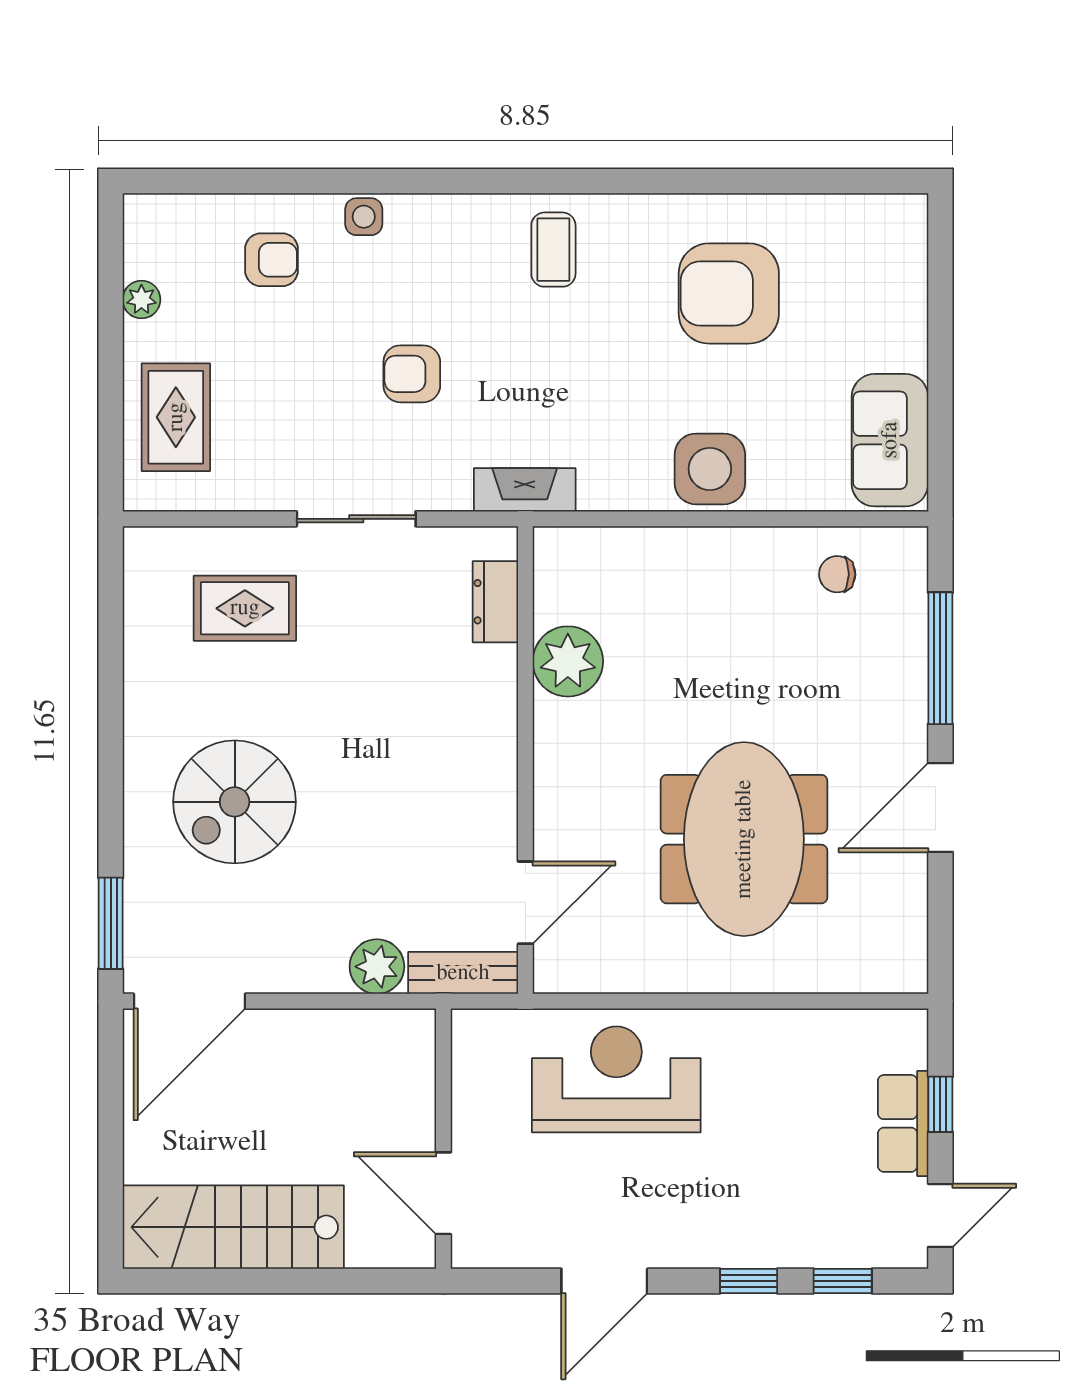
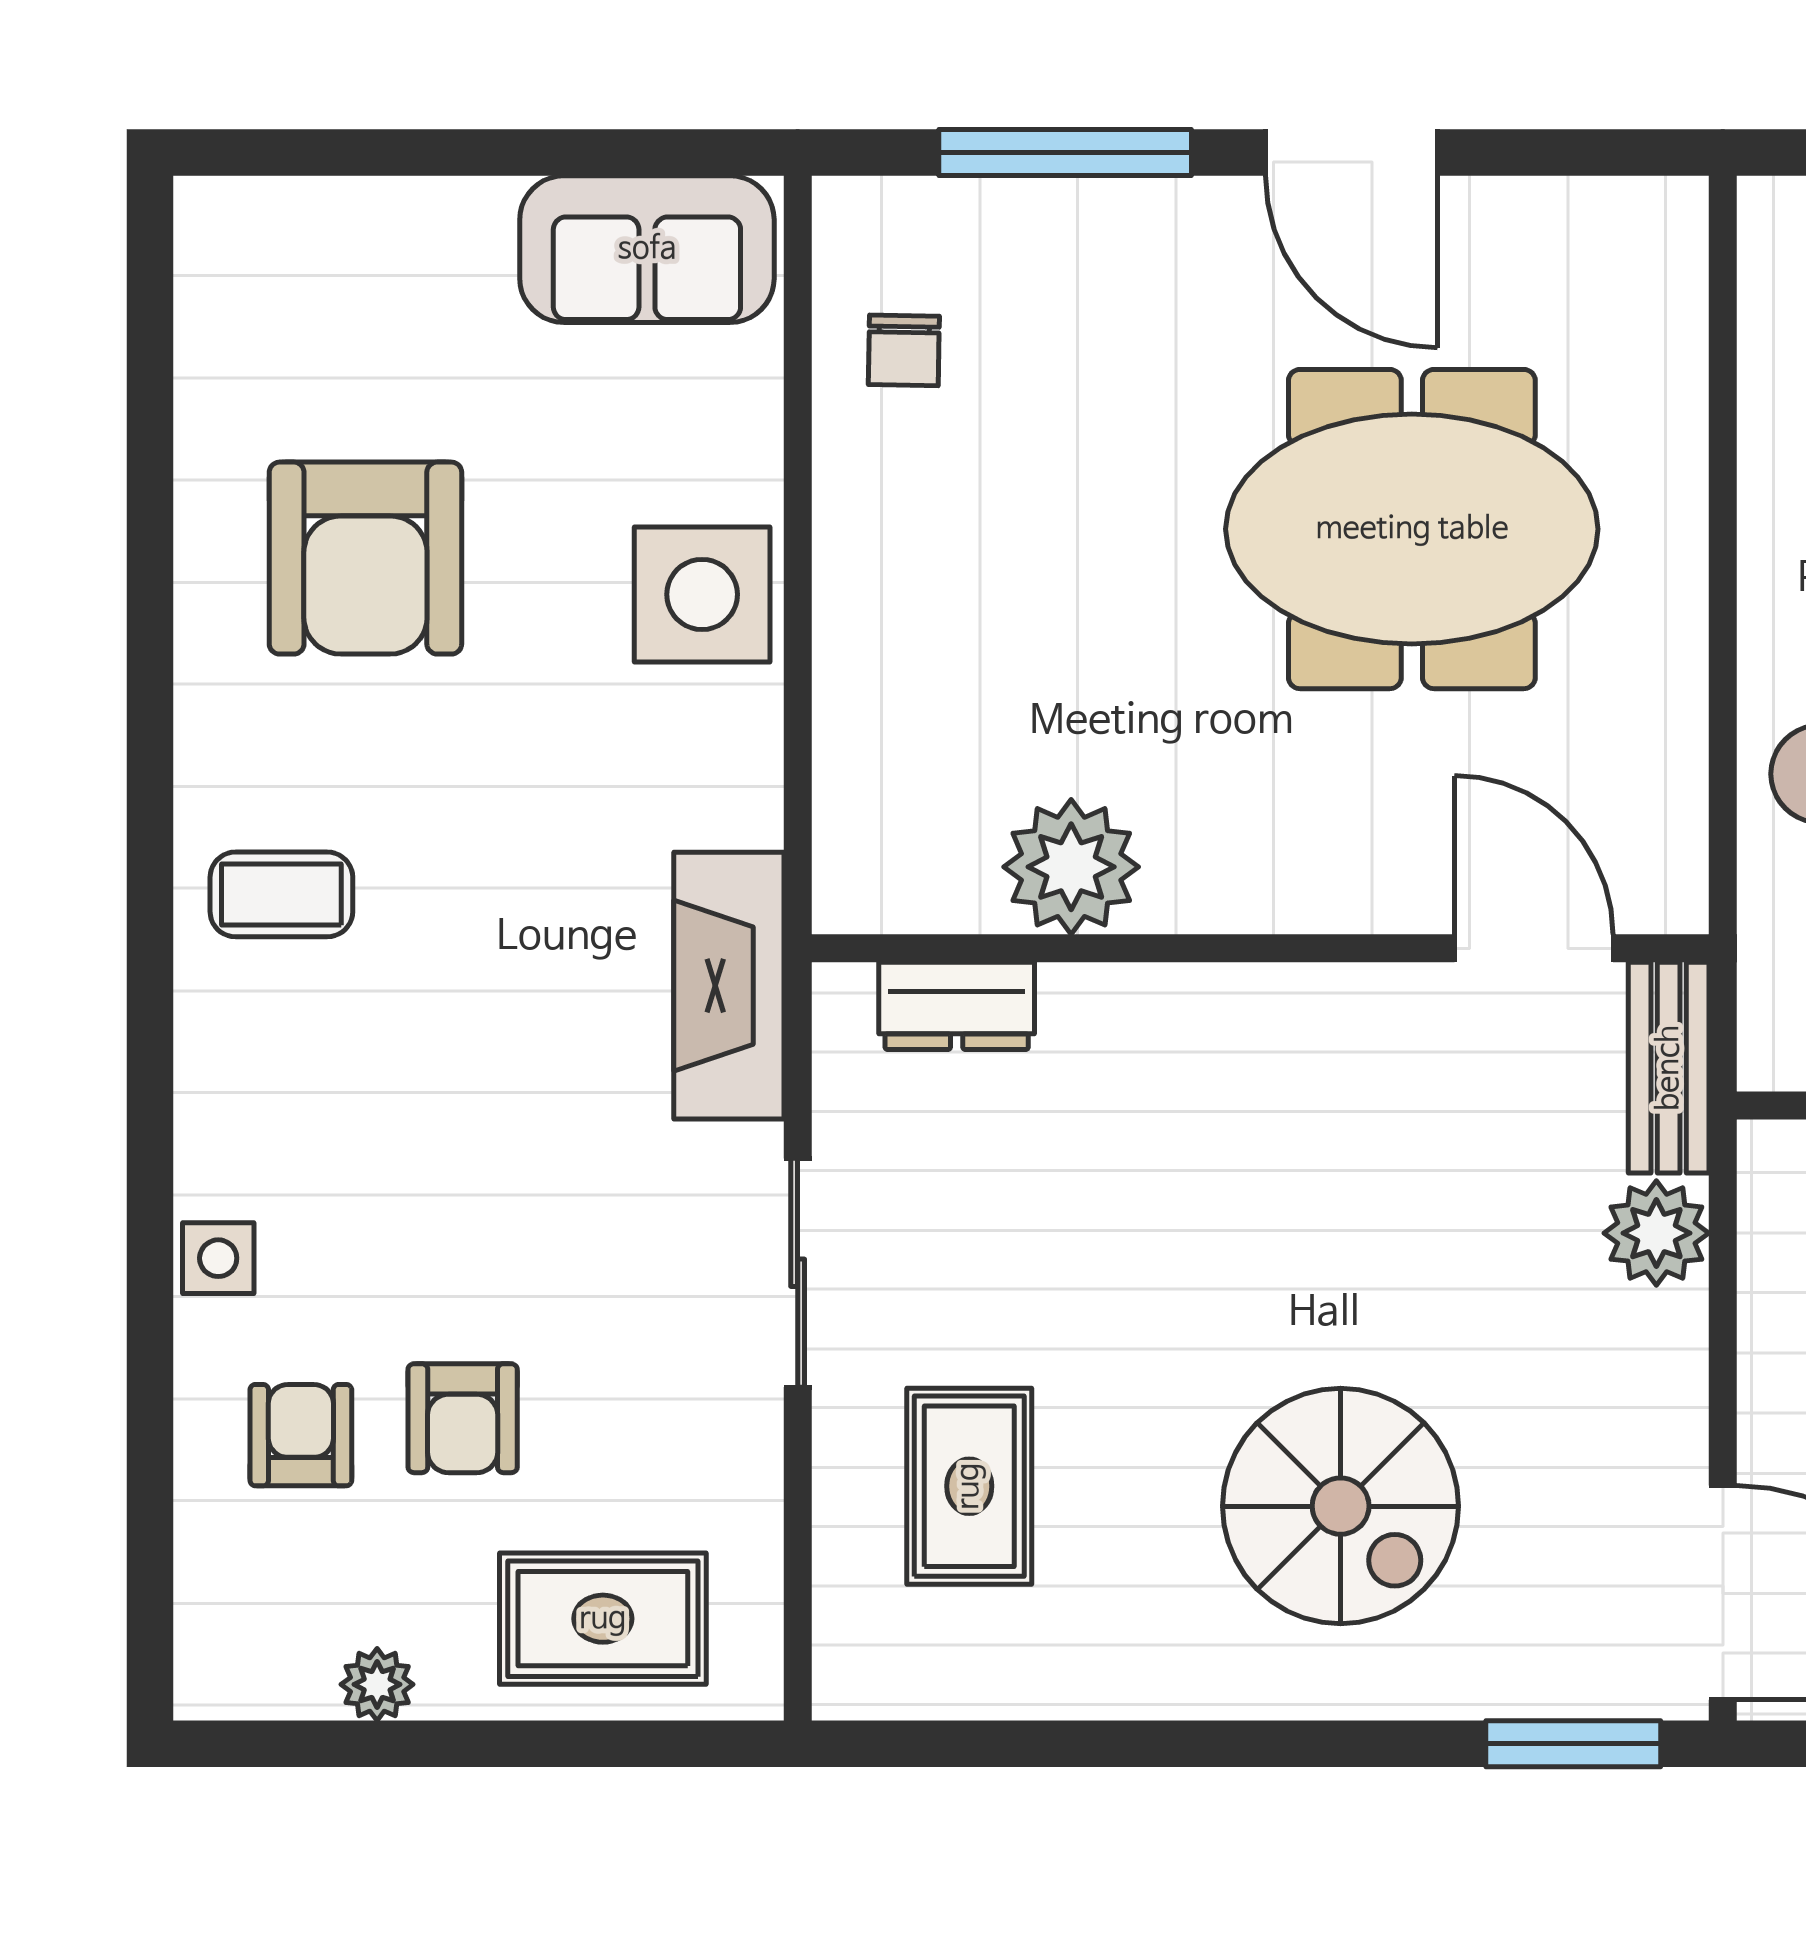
armchair: (412, 374) -> (463, 1418), moved
fireplace: (525, 490) -> (729, 986), width x1.37, depth x1.32

